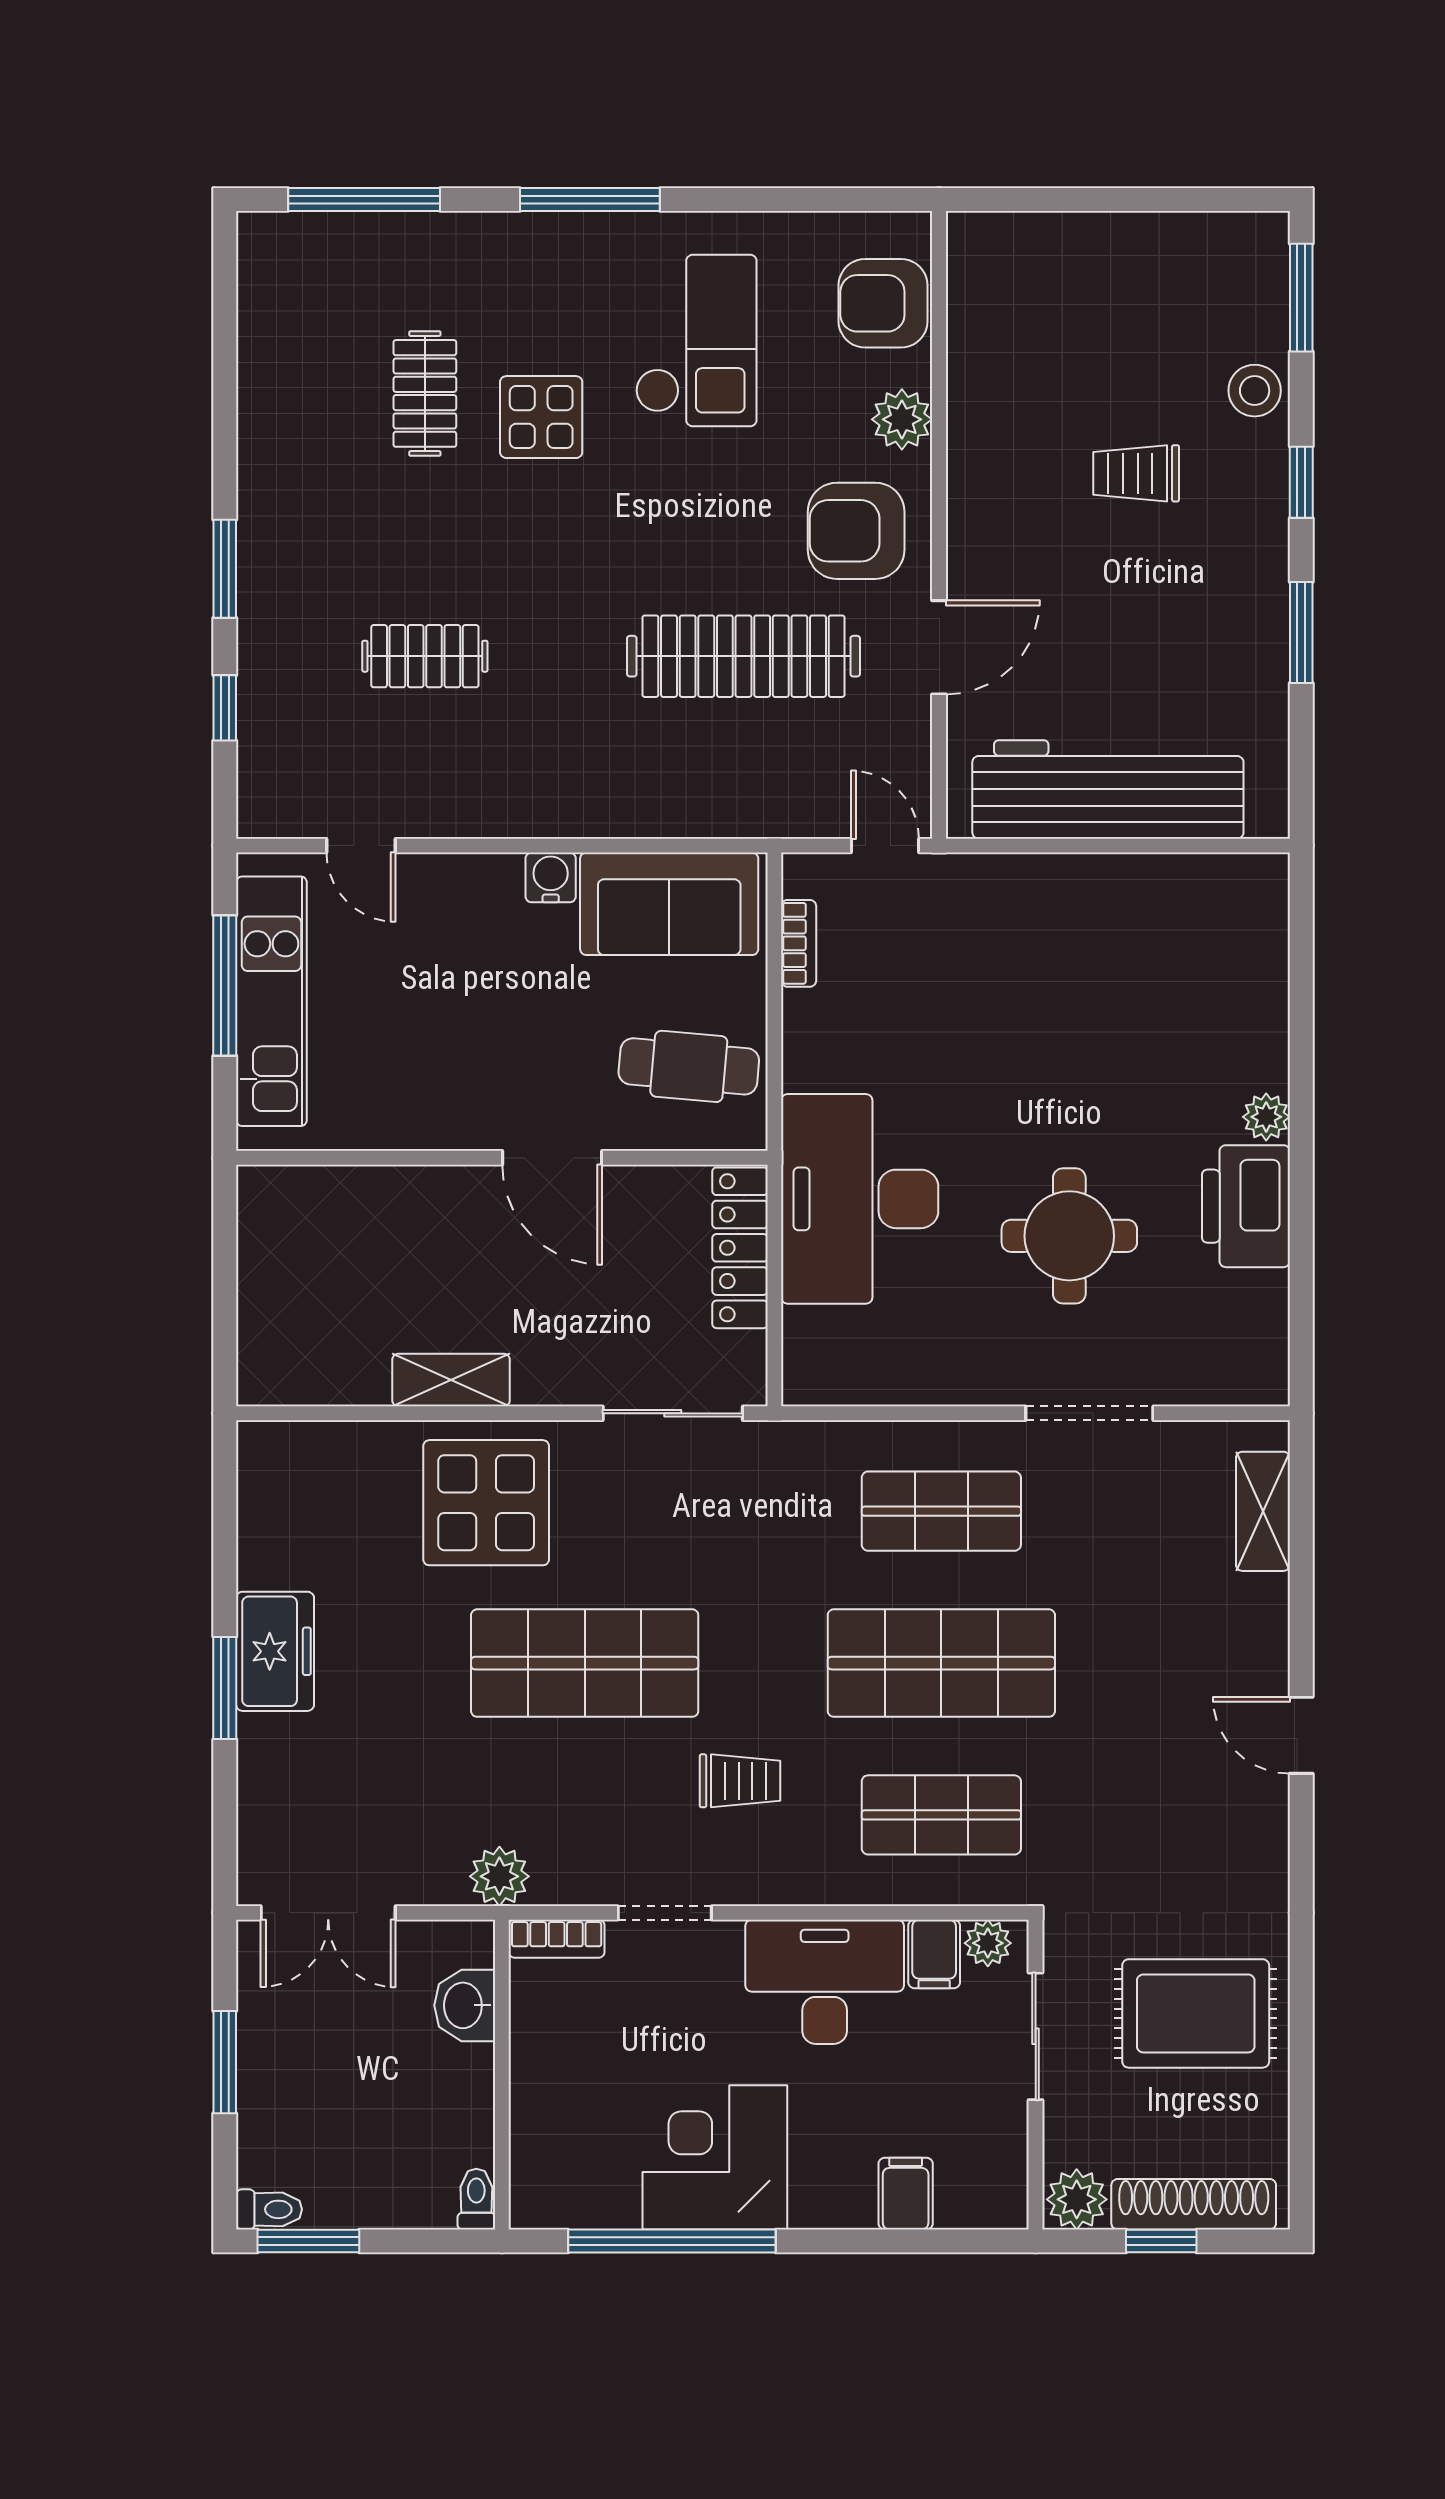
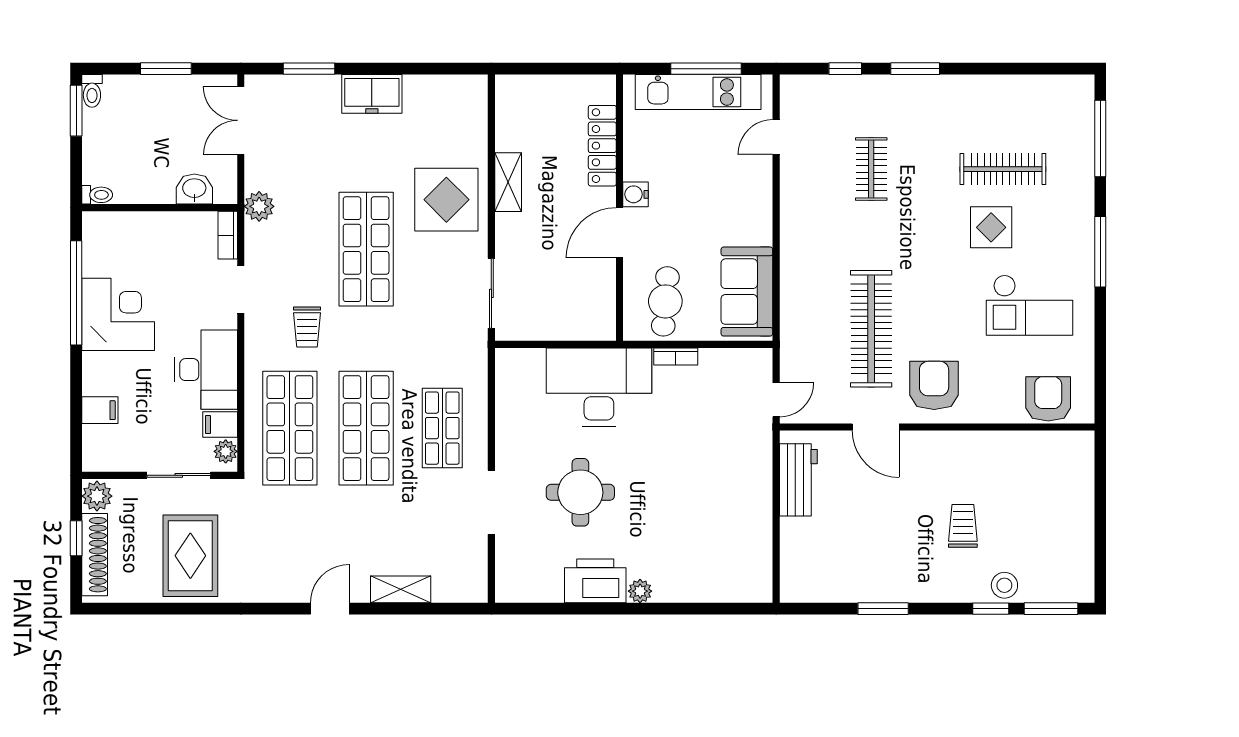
clothes rail: (425, 393) -> (1003, 169), width x1.36
plant: (902, 419) -> (990, 408), removed
window: (1301, 482) -> (991, 609), moved
workbench: (1108, 789) -> (798, 480), width x0.53, depth x0.76
water cooler: (551, 877) -> (636, 194), moved, turned 180
bookcase: (799, 943) -> (676, 356), moved
locker: (740, 1248) -> (602, 146), moved, turned -90
shelving: (1263, 1511) -> (401, 589), moved
window: (225, 1688) -> (309, 69), moved
shop shelf: (941, 1815) -> (290, 428), width x1.43, depth x1.36

